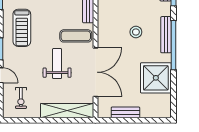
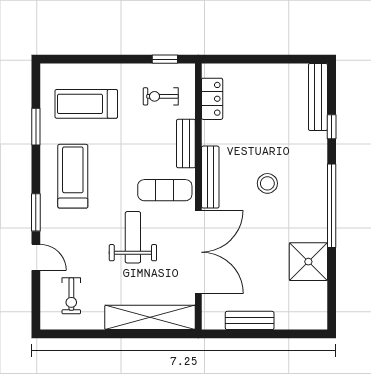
treadmill: (22, 28) -> (73, 176), turned 180
bench: (166, 35) -> (210, 177), moved
shower: (156, 78) -> (308, 262), width x0.73, depth x0.73

